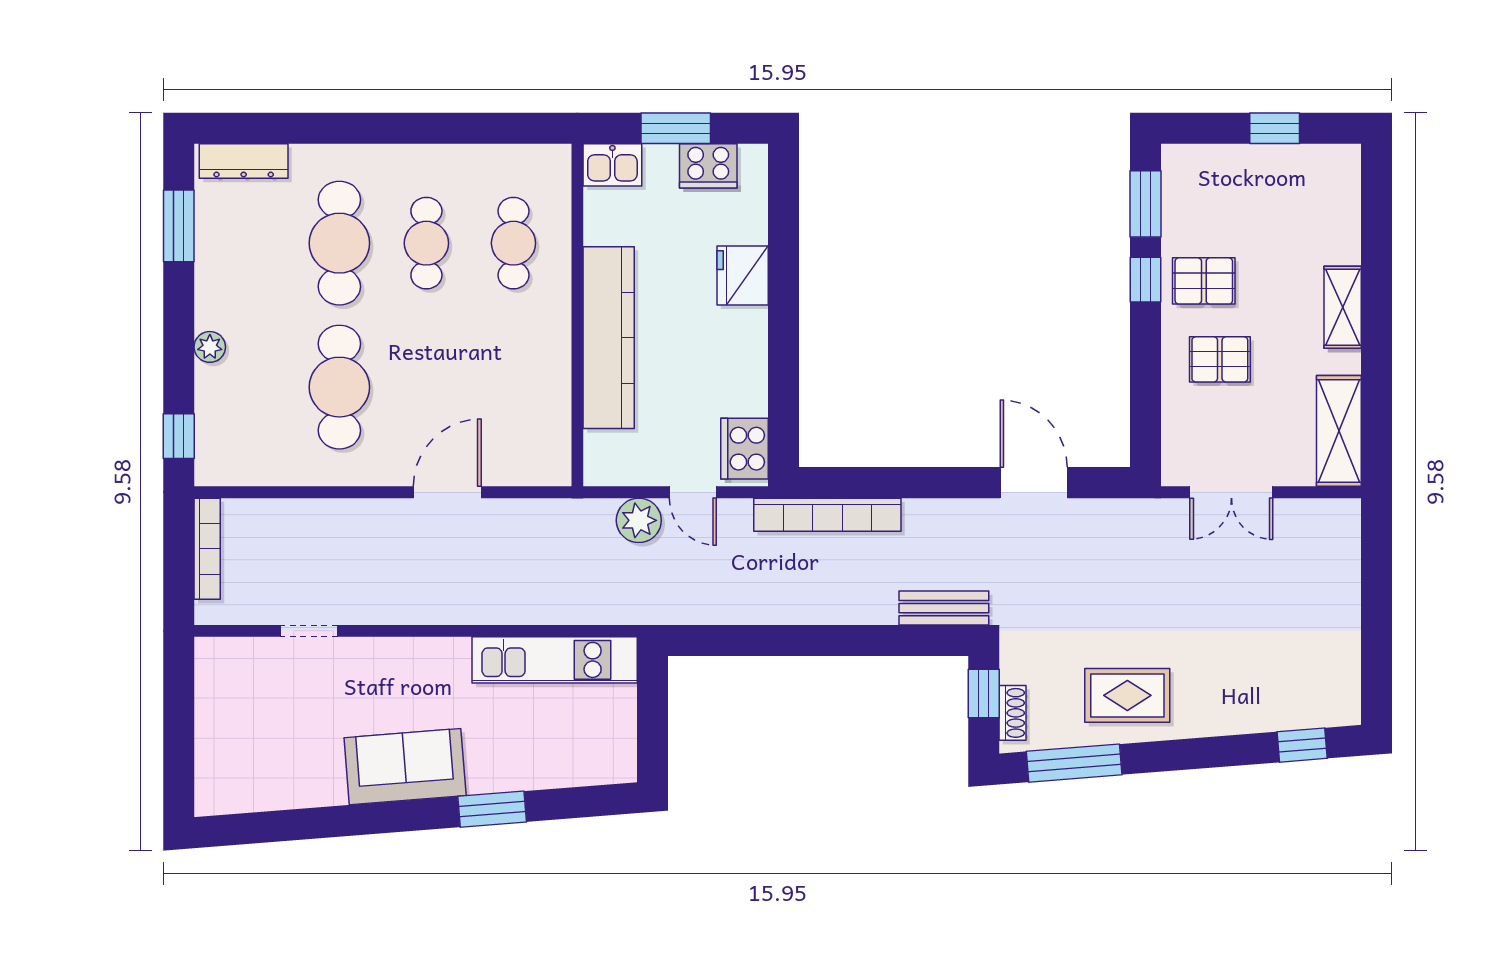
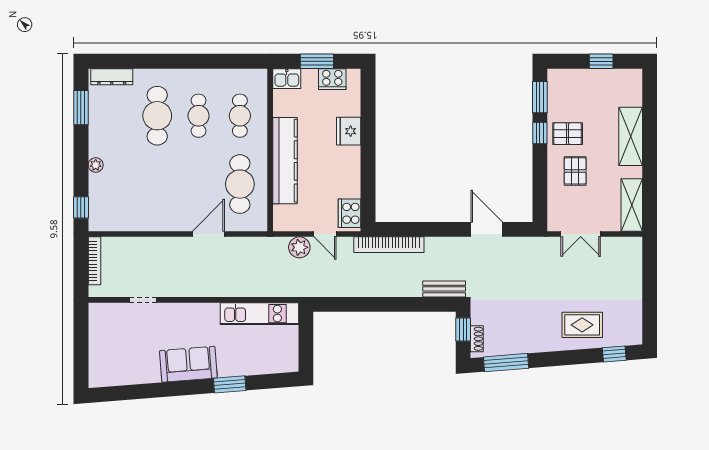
shelving: (1343, 307) -> (631, 136), width x1.50, depth x1.33
pallet: (1220, 359) -> (575, 171), turned 90
cafe table: (339, 387) -> (240, 184), moved
rug: (1127, 695) -> (582, 325), moved

